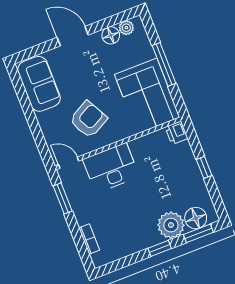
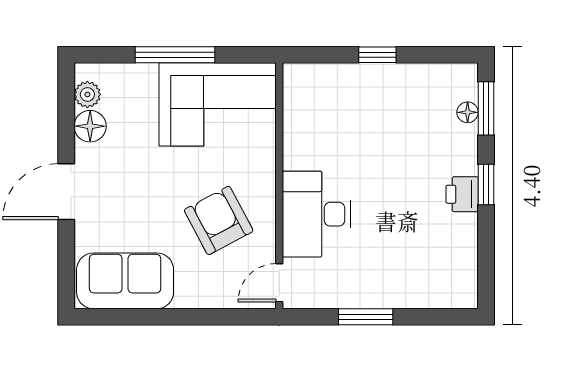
printer: (177, 133) -> (462, 194), moved, turned 90
window: (63, 198) -> (366, 317), moved
floor lamp: (196, 218) -> (468, 112), width x0.53, depth x0.53
plant: (171, 225) -> (454, 150), removed
bookcase: (89, 239) -> (423, 298), removed

